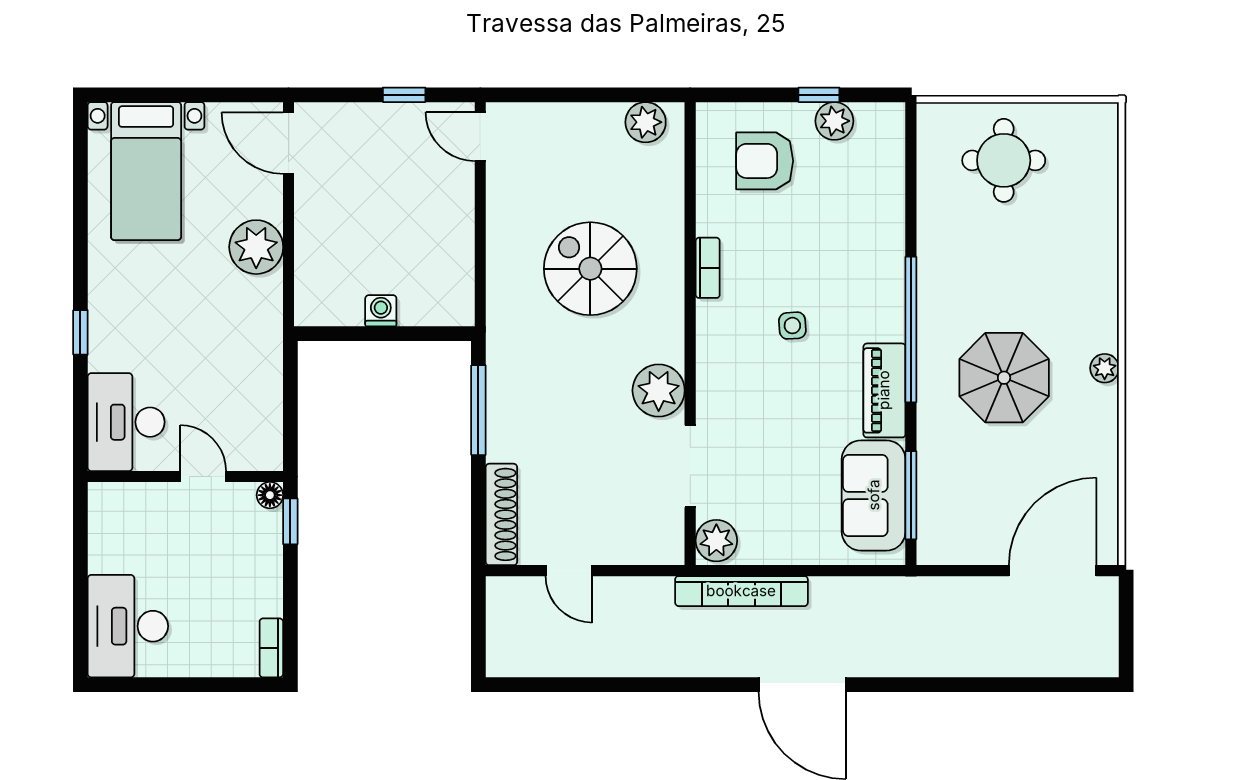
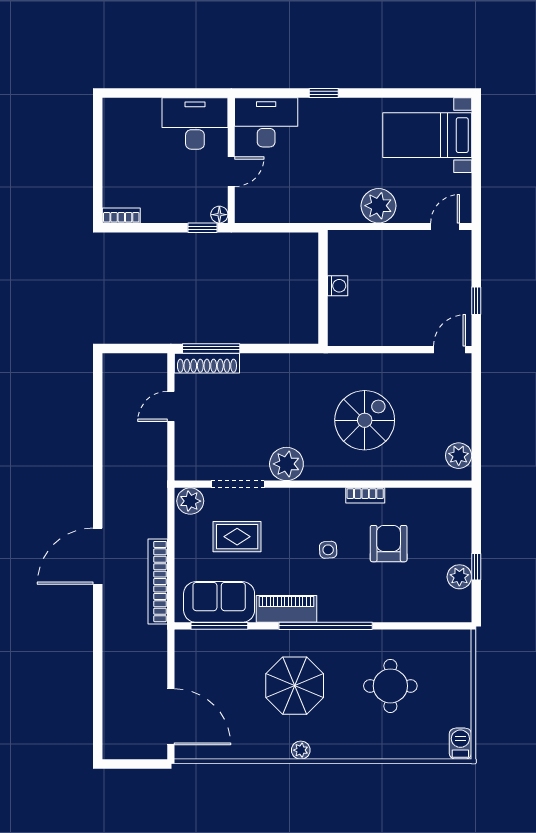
barbecue: (1094, 119) -> (460, 744), added
door: (289, 143) -> (445, 227), width x0.73
round table: (1004, 160) -> (390, 686), moved
armchair: (765, 161) -> (389, 544), moved
window: (478, 410) -> (211, 348), moved
rug: (772, 468) -> (237, 537), added
bookcase: (741, 591) -> (158, 582), moved
desk: (128, 626) -> (195, 123), moved

